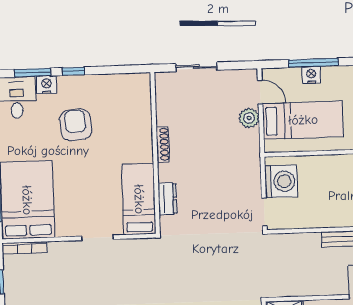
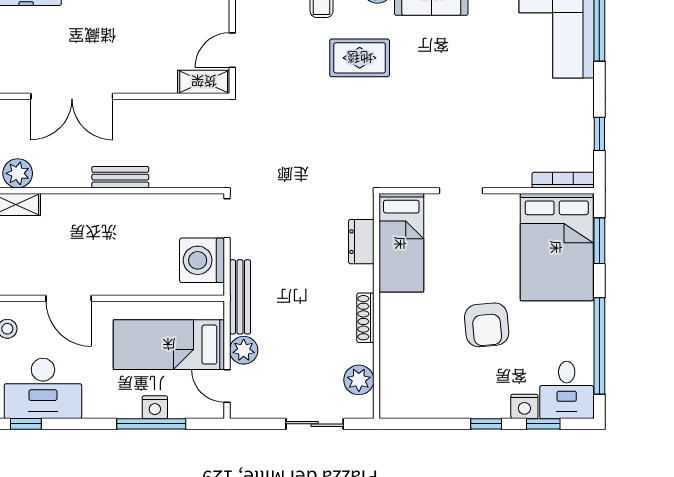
window: (33, 73) -> (543, 424), width x0.67
plant: (166, 100) -> (359, 380), added
armchair: (76, 125) -> (487, 325), moved
bench: (253, 156) -> (240, 297), added

